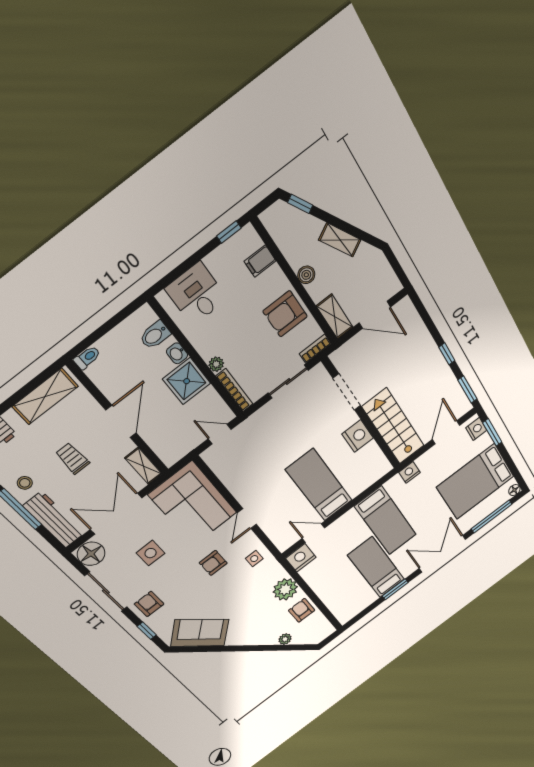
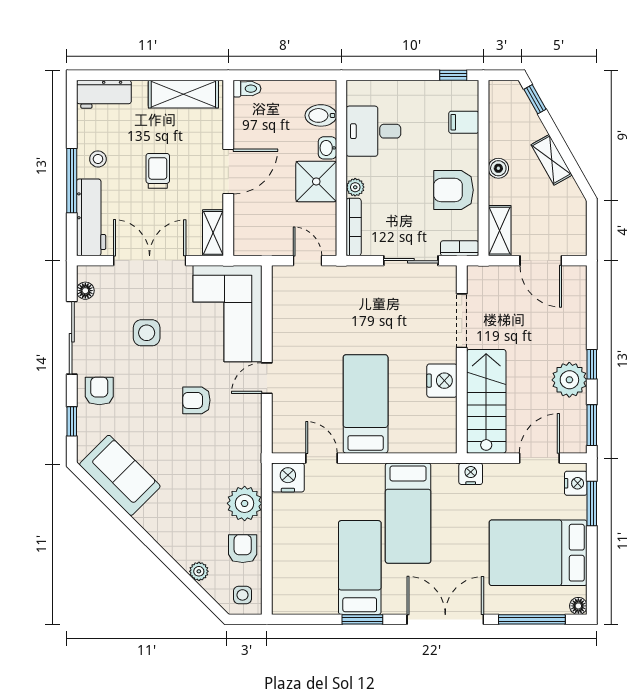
desk: (196, 294) -> (373, 131), moved, turned -90
plant: (438, 374) -> (569, 380), added
floor lamp: (91, 554) -> (85, 291), width x0.53, depth x0.53
side table: (254, 559) -> (242, 595), moved

